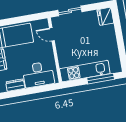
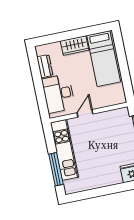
door: (52, 34) -> (85, 113), moved

